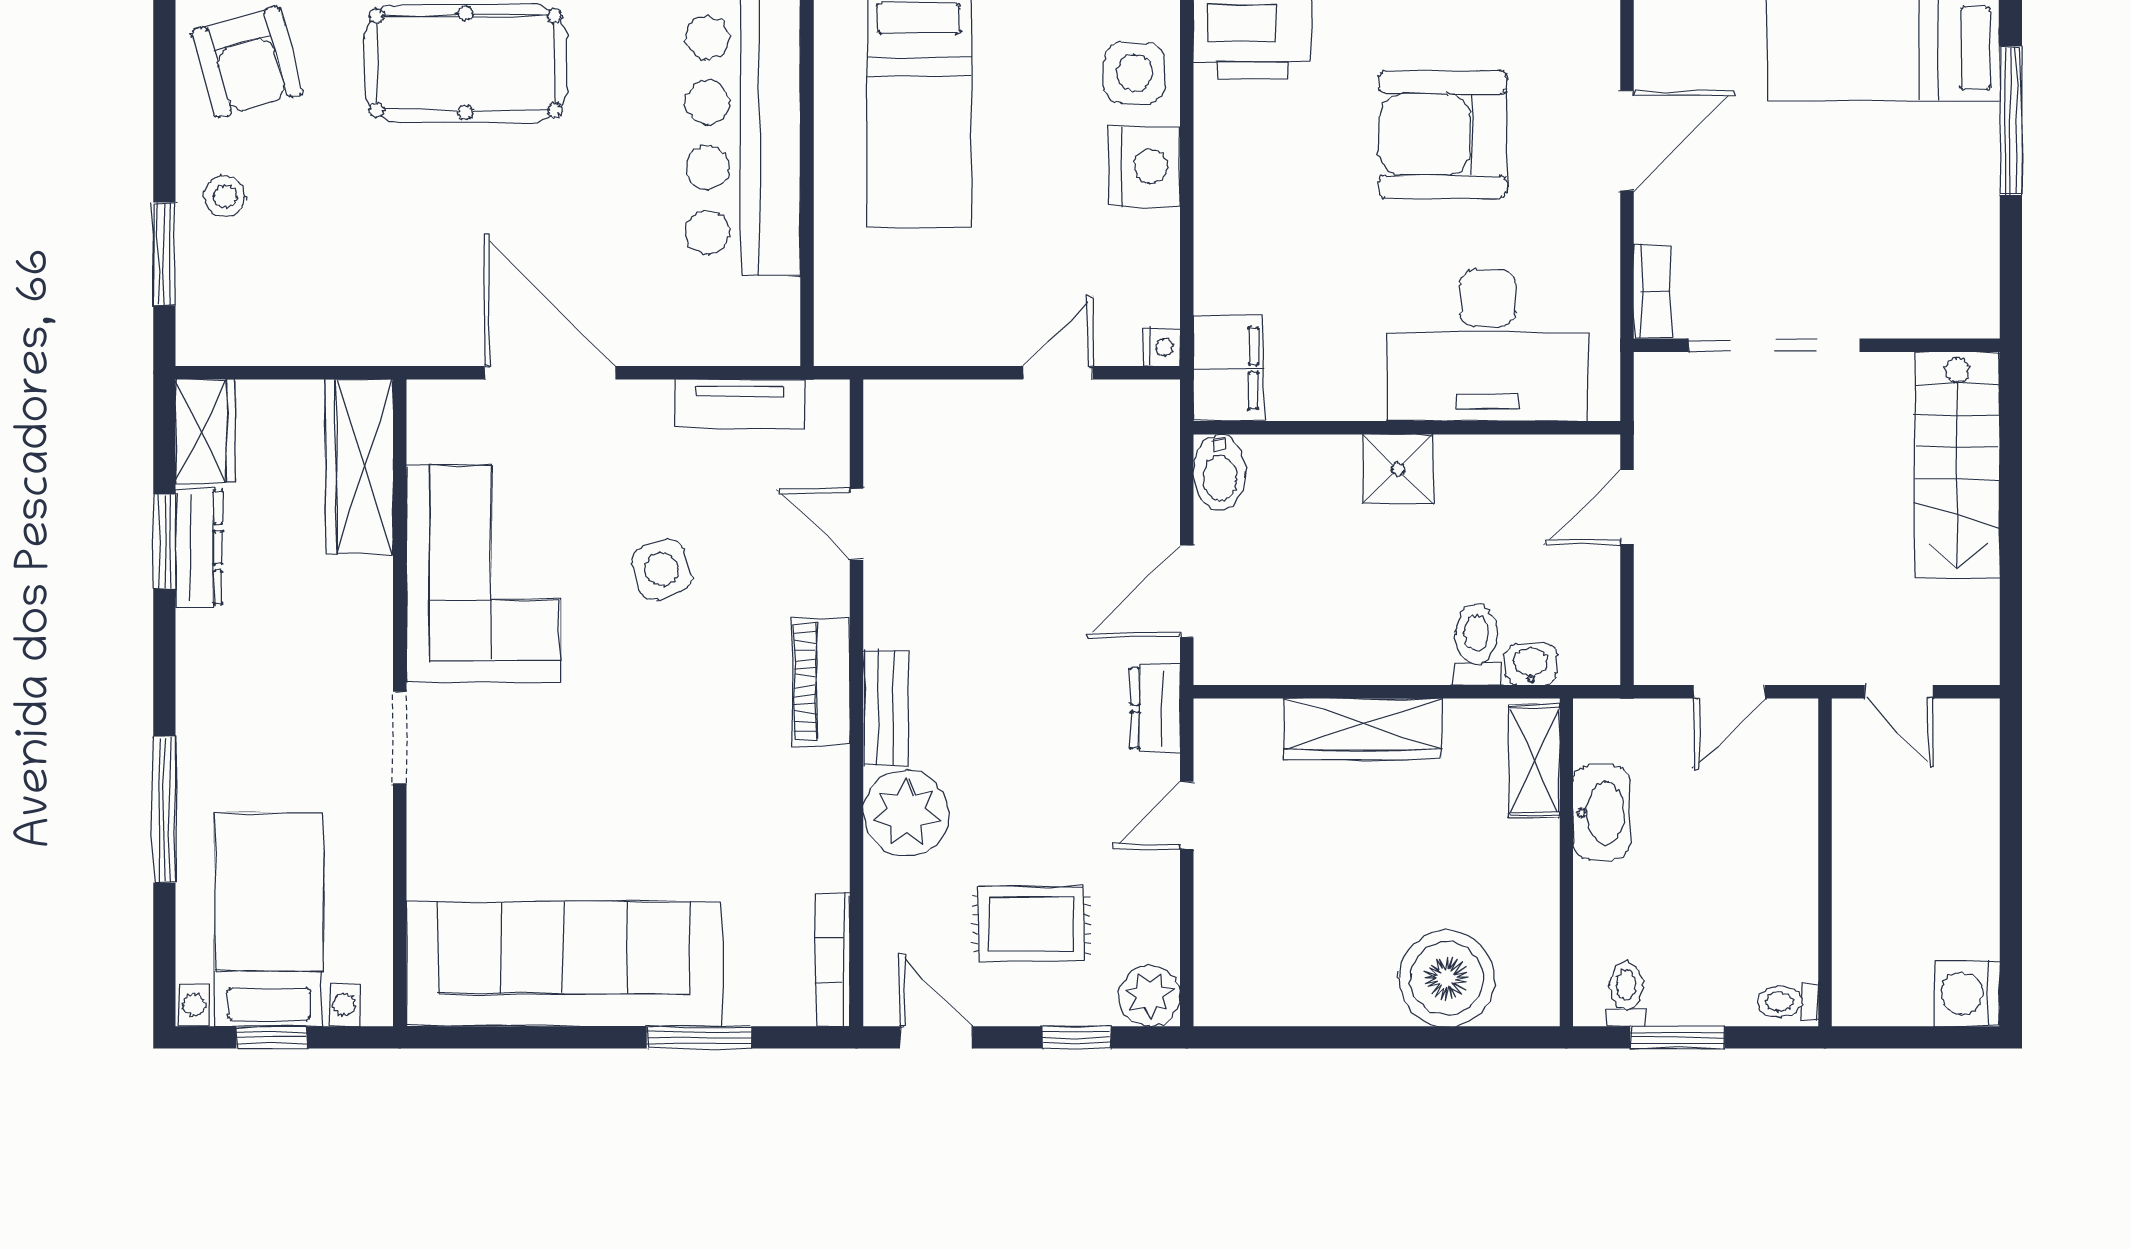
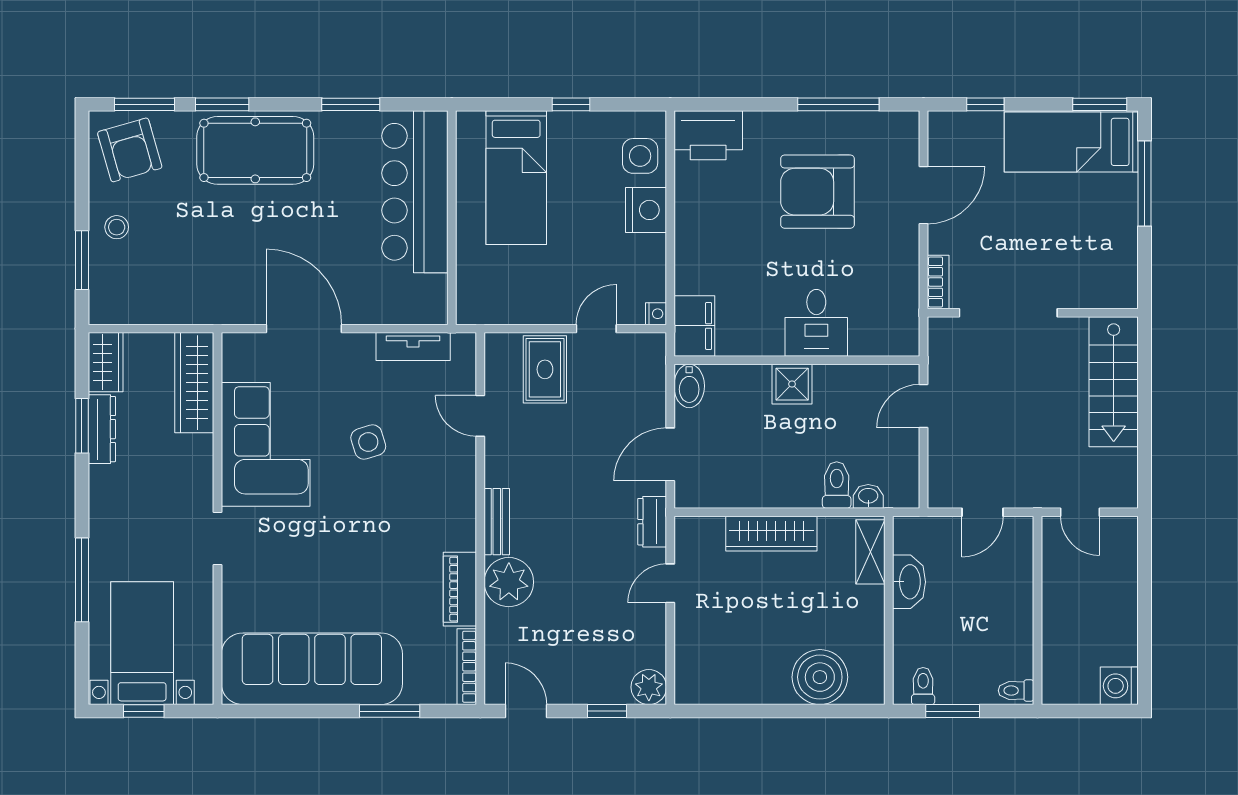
desk: (1488, 345) -> (816, 323), width x0.53, depth x0.77
piano: (821, 681) -> (460, 589), moved
rug: (1031, 924) -> (545, 369), moved, turned 90

